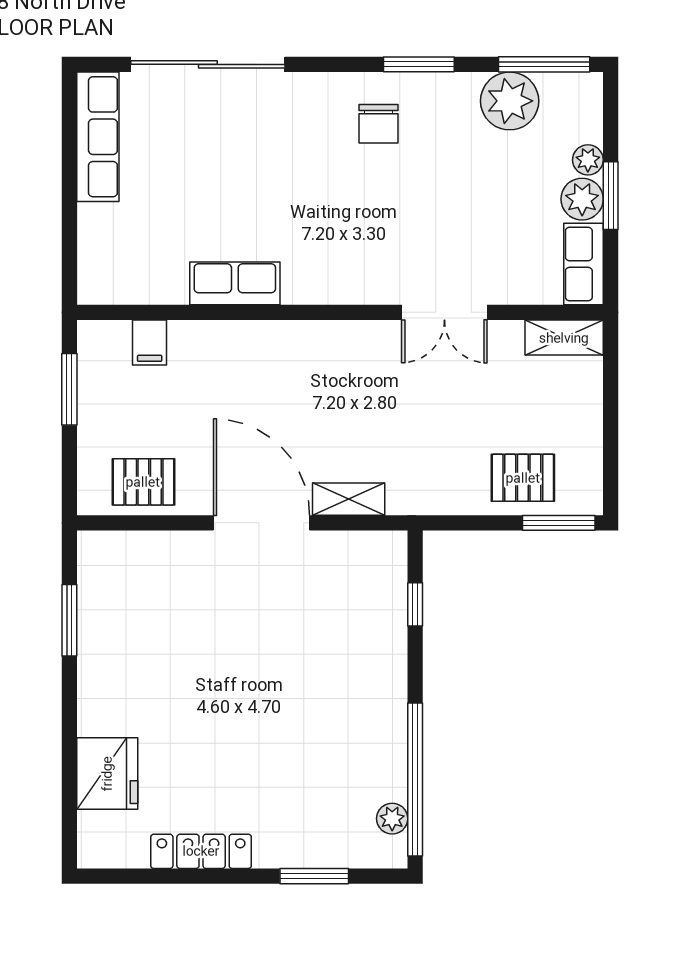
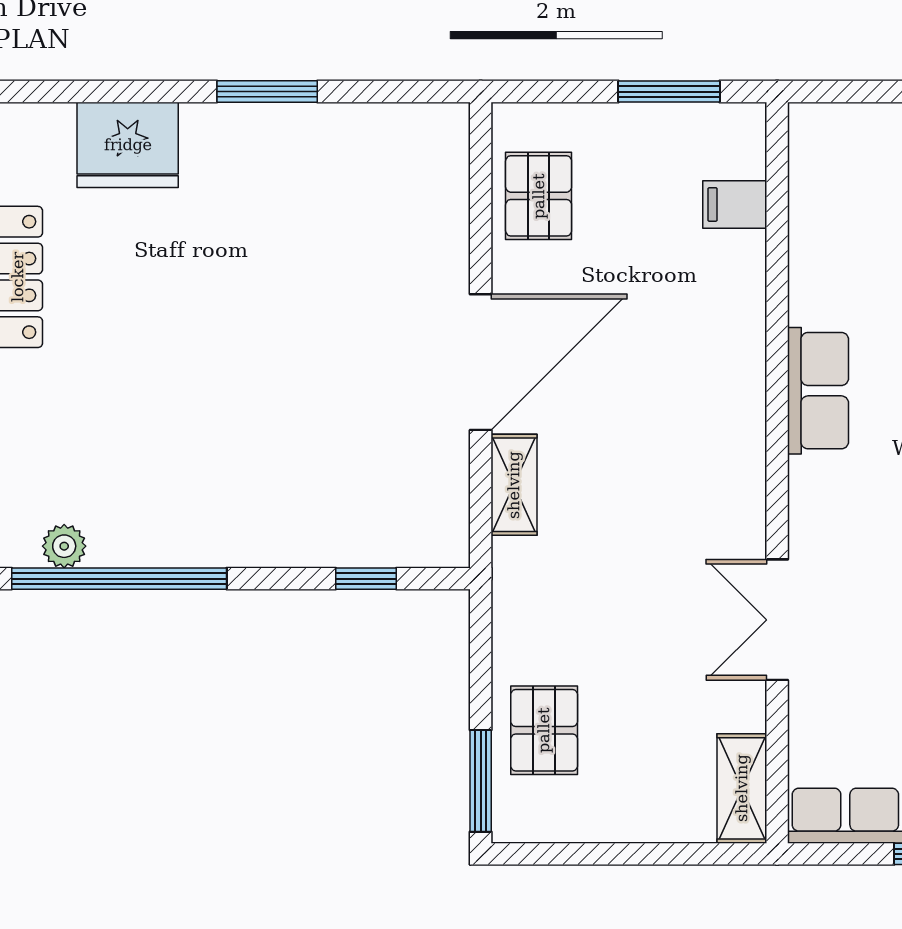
row of seats: (235, 283) -> (818, 391), moved
window: (69, 620) -> (267, 92), moved

